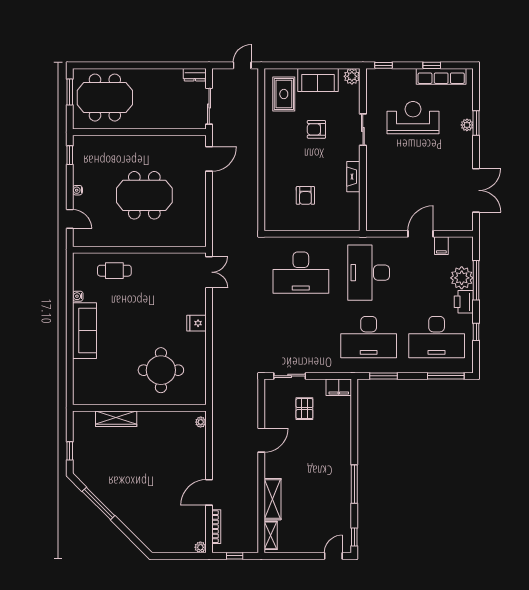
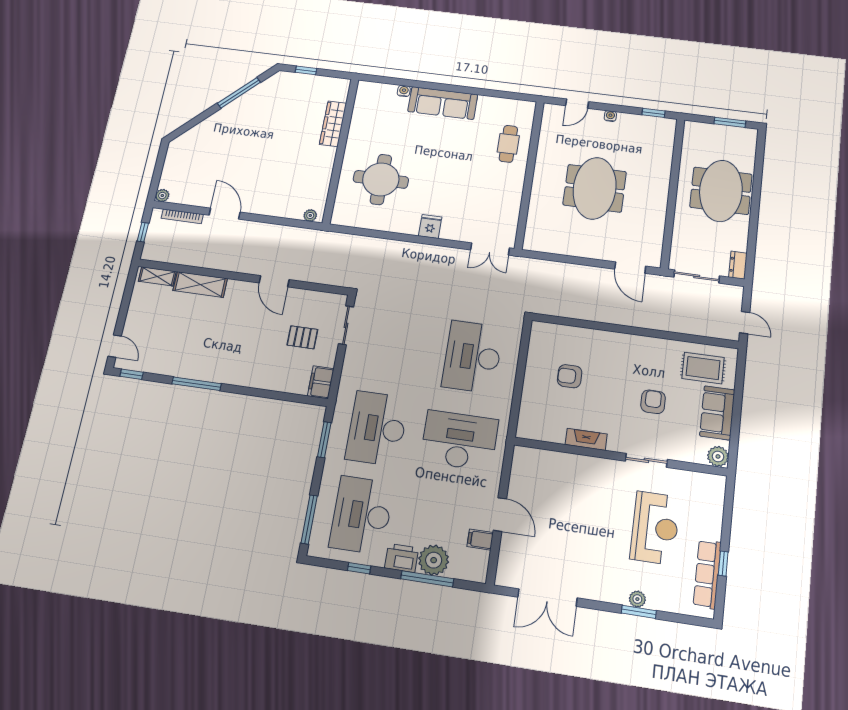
window: (384, 65) -> (729, 500), removed
meeting table: (105, 98) -> (721, 191), moved
water cooler: (78, 296) -> (404, 91), moved

